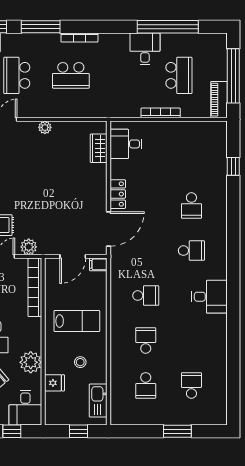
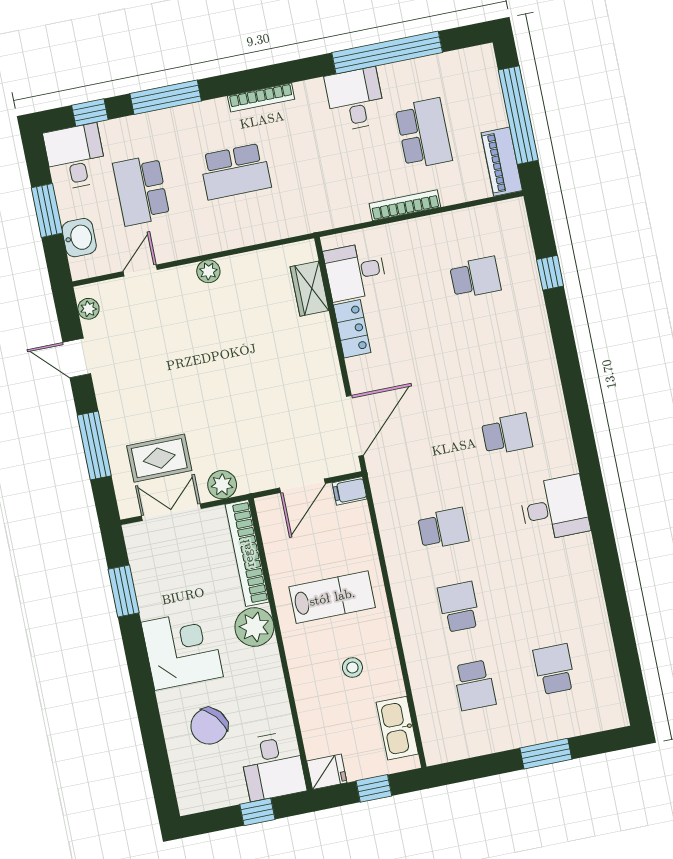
bookcase: (79, 37) -> (261, 98), moved
locker: (118, 194) -> (352, 329), moved
school desk: (191, 206) -> (475, 277), moved, turned -90
plant: (31, 362) -> (254, 627), moved
fridge: (54, 383) -> (327, 772), moved

